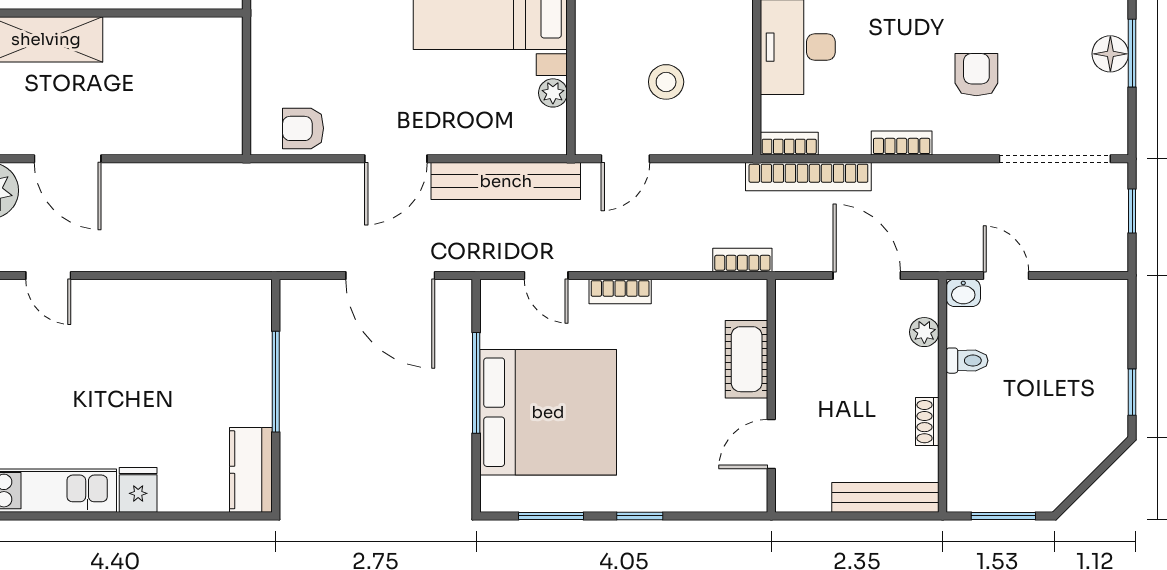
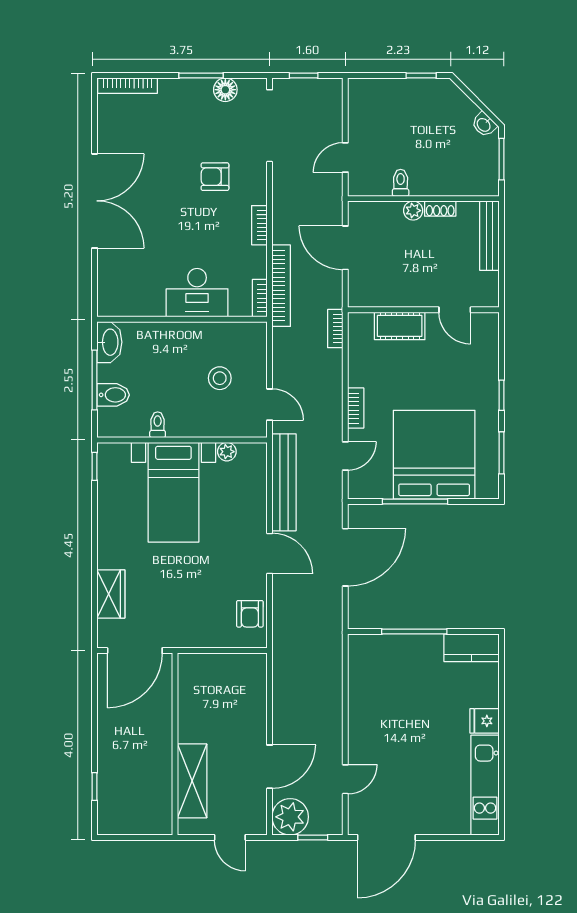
floor lamp: (1110, 54) -> (225, 90), moved
door: (867, 275) -> (345, 248), hinge flipped
washbasin: (963, 293) -> (484, 125), moved, turned 135
plant: (924, 332) -> (413, 211), moved

